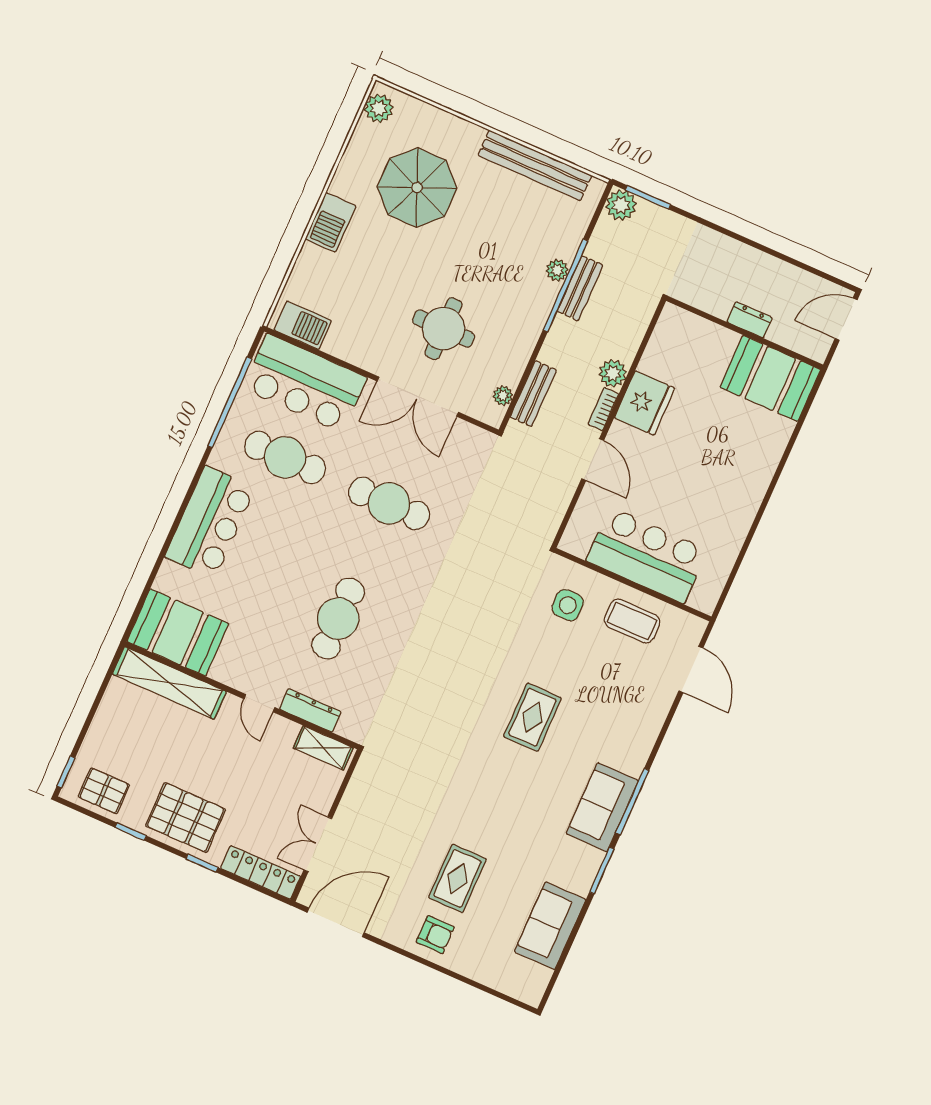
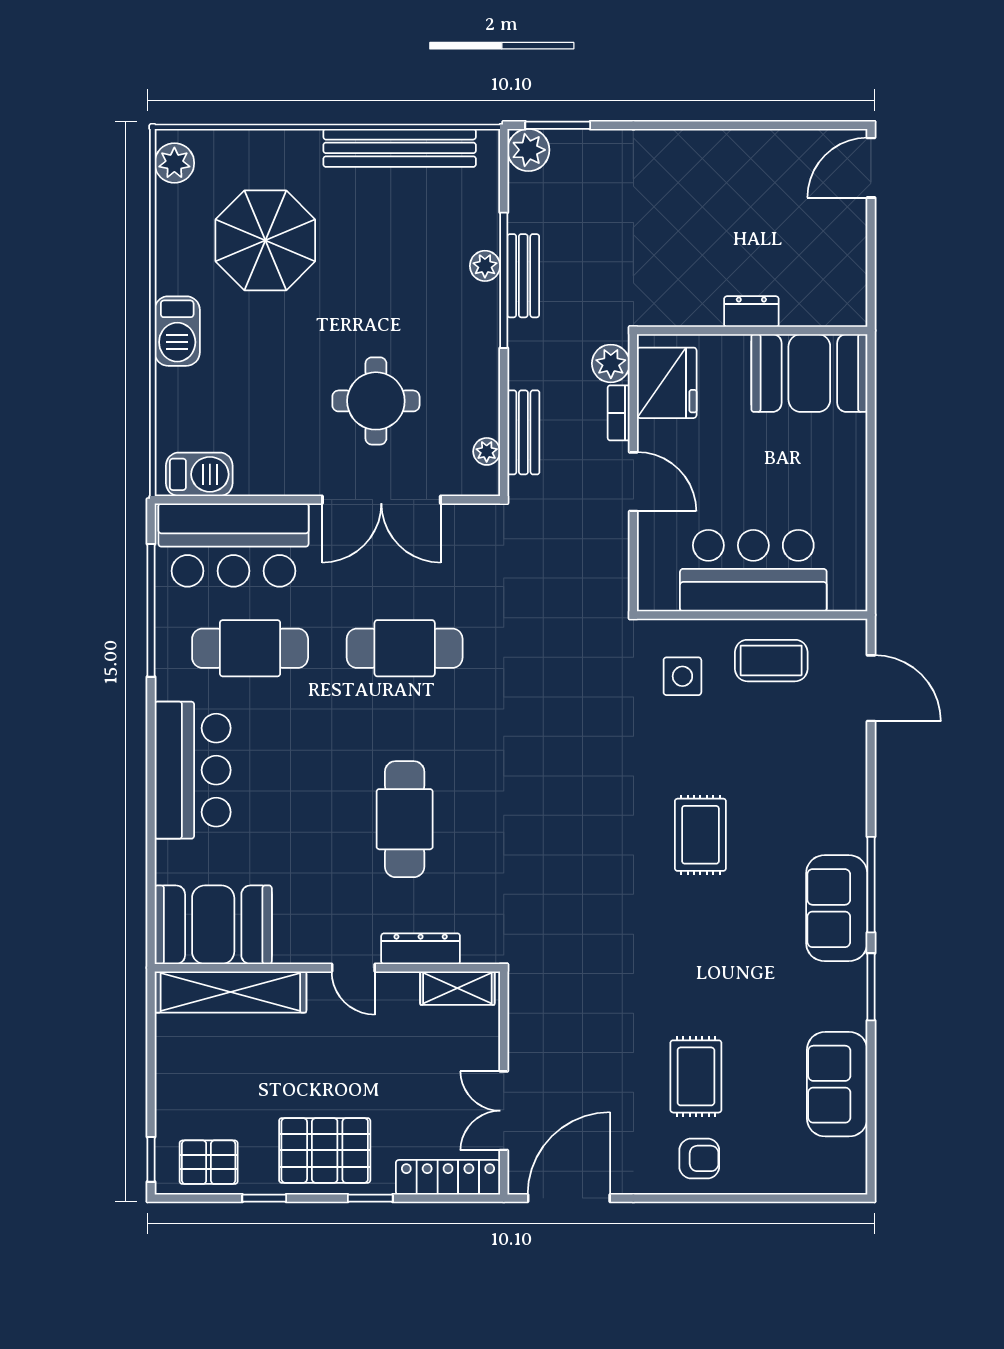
dresser: (750, 320) -> (751, 312), moved
wall: (744, 333) -> (752, 331), moved
booth: (770, 378) -> (809, 373), moved

